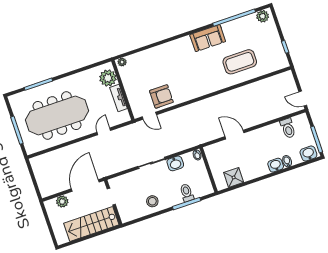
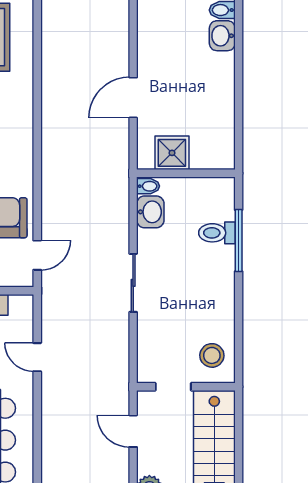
washbasin: (175, 163) -> (150, 212), moved
shower: (234, 177) -> (172, 153), moved
door: (85, 185) -> (133, 431), width x0.53
stool: (152, 201) -> (212, 355), moved

